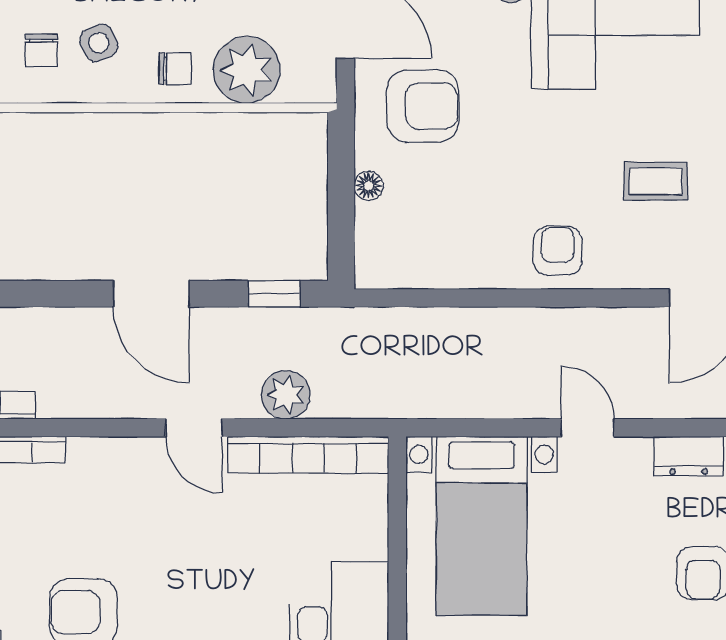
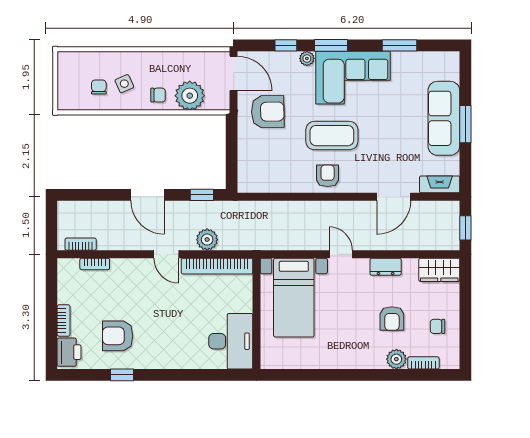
chair: (41, 51) -> (99, 87), turned 180
coffee table: (656, 181) -> (332, 136), moved, width x1.86, depth x1.72
floor lamp: (369, 186) -> (244, 147), removed

